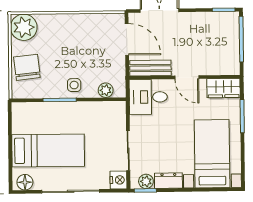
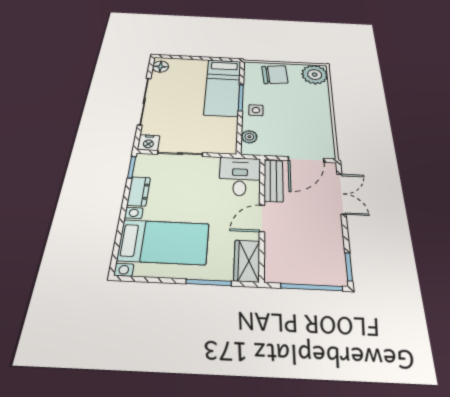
bed: (48, 151) -> (223, 87), moved
plant: (146, 181) -> (142, 169), removed

